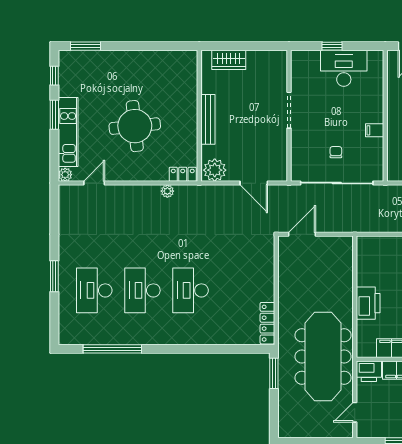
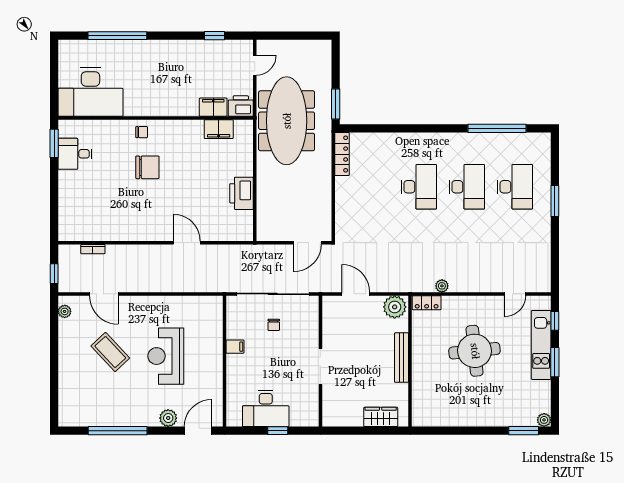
window: (54, 76) -> (555, 321), moved
plant: (65, 175) -> (544, 420), moved
printer: (368, 303) -> (242, 193), moved

